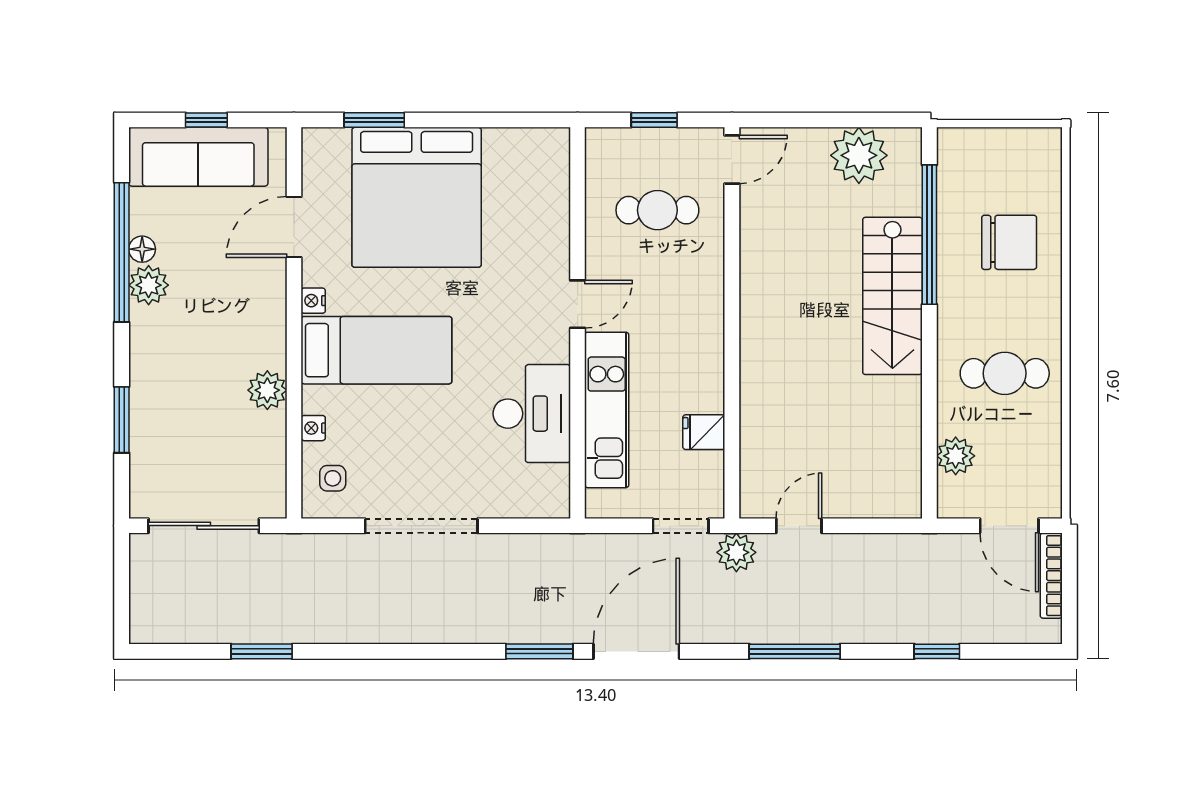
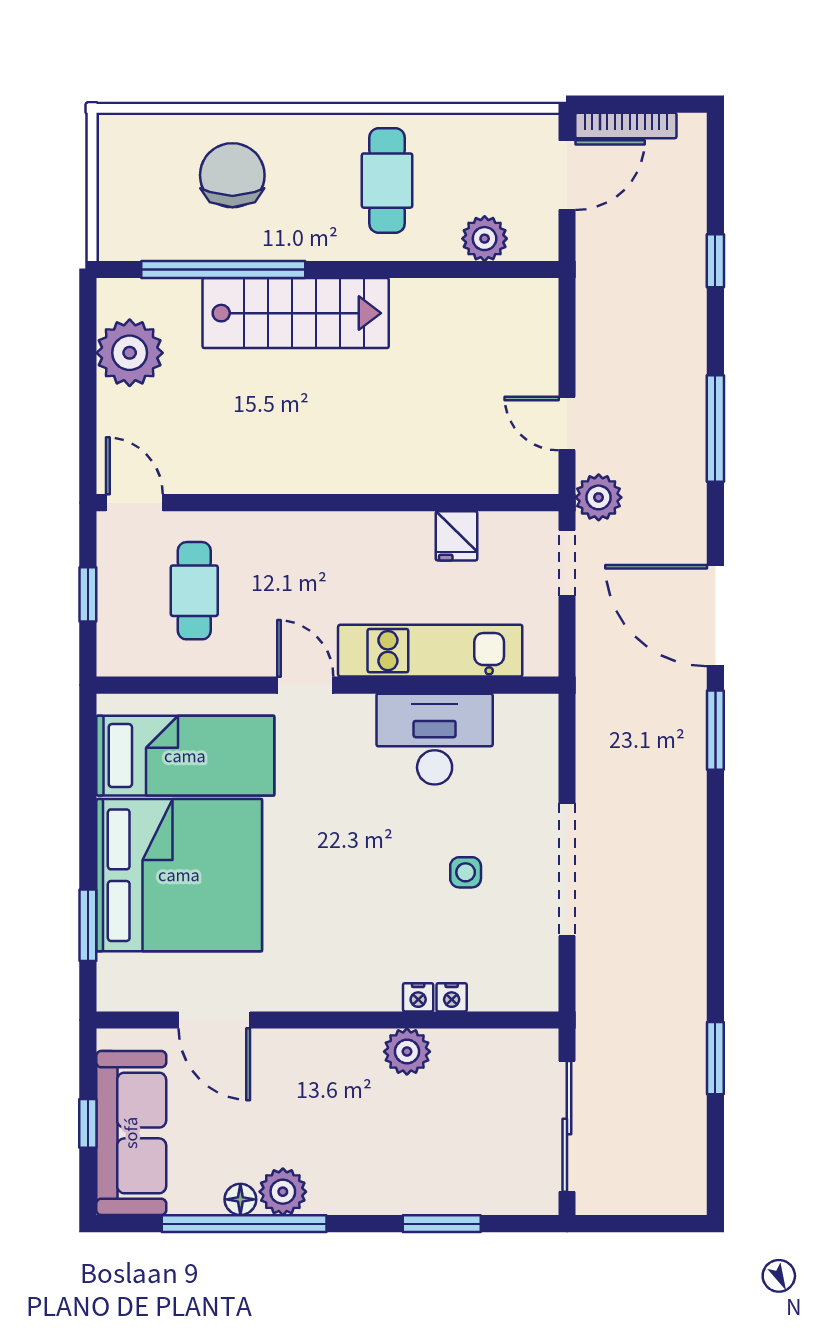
nightstand: (313, 301) -> (418, 997), moved
bed: (376, 350) -> (185, 756), moved, turned 90
side table: (333, 478) -> (466, 872), moved

